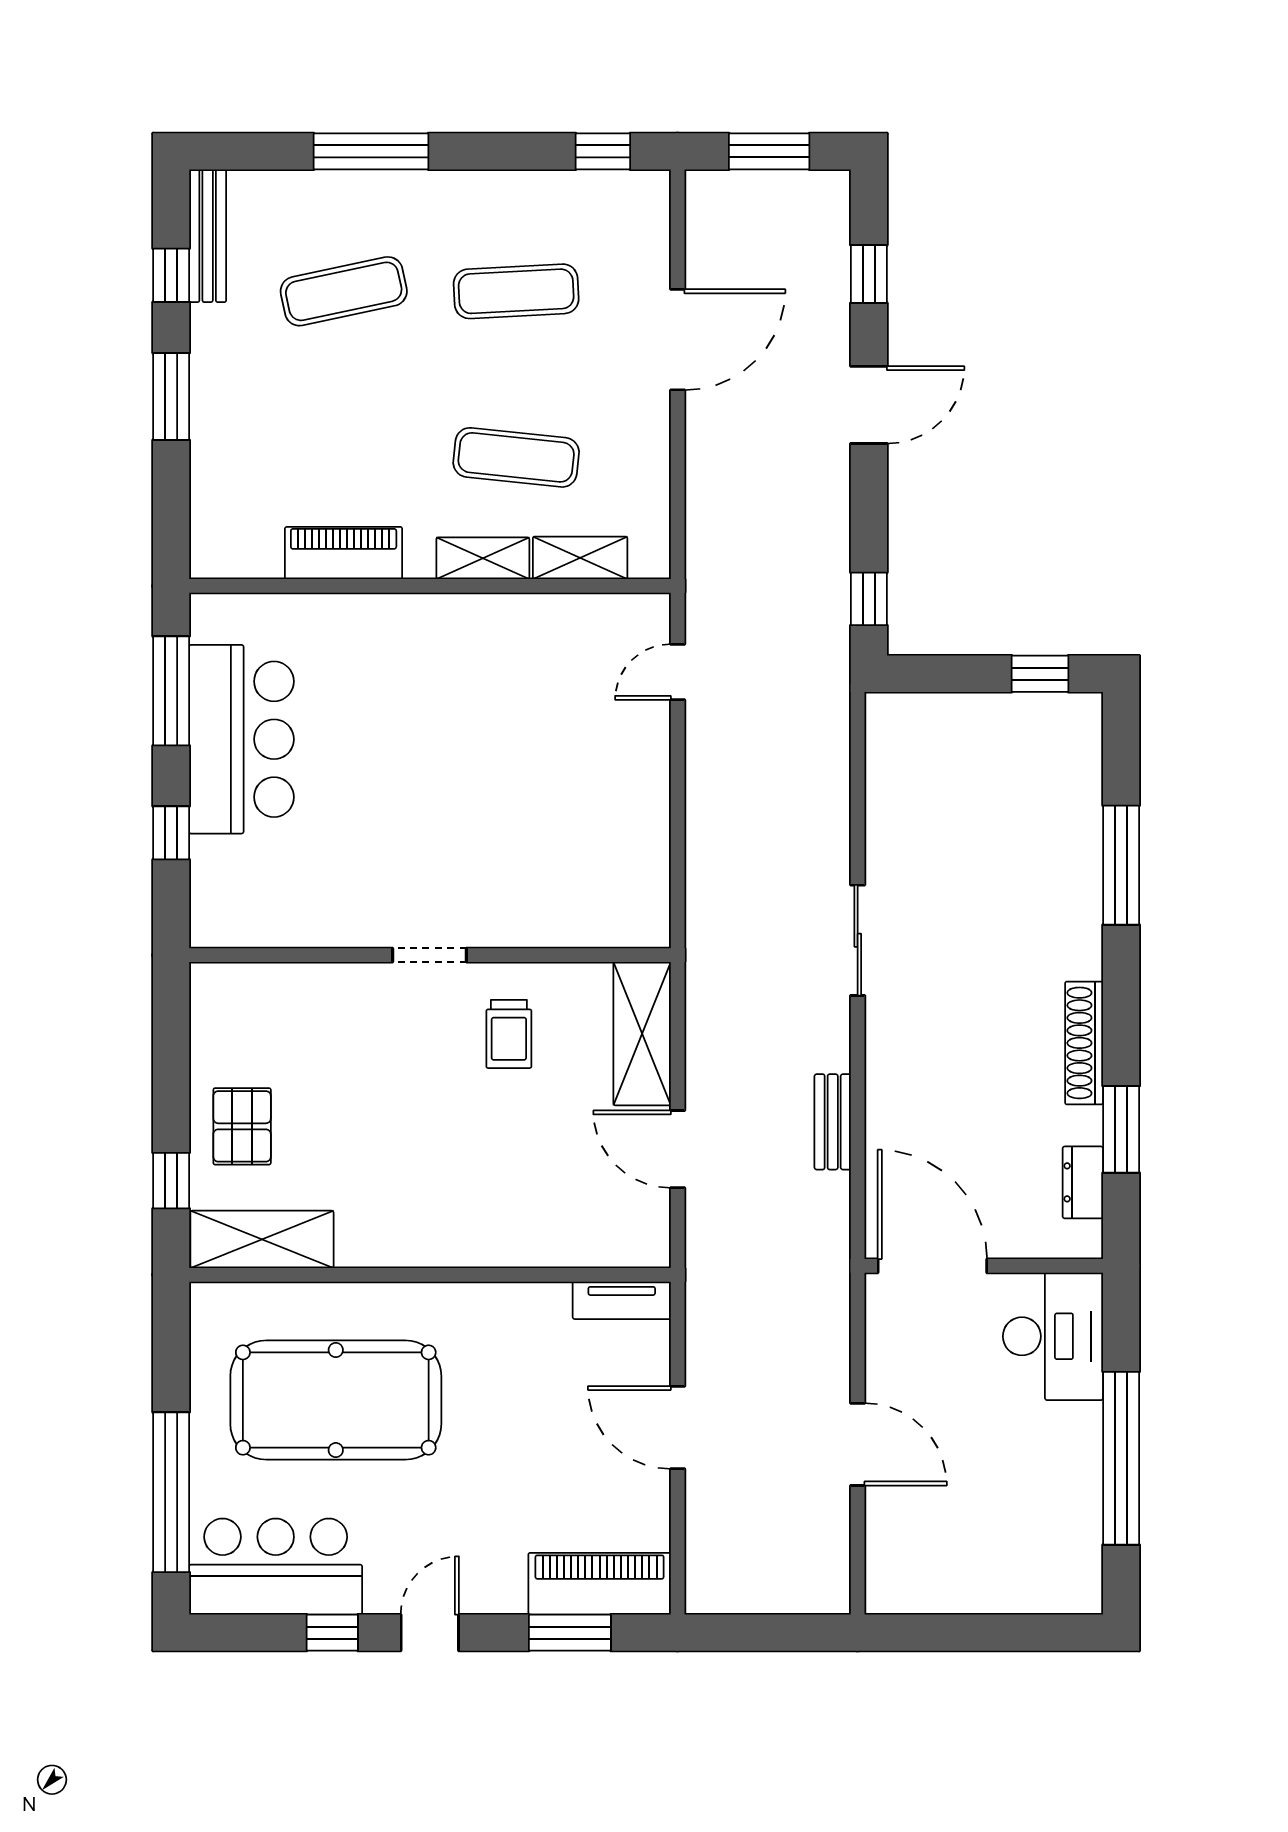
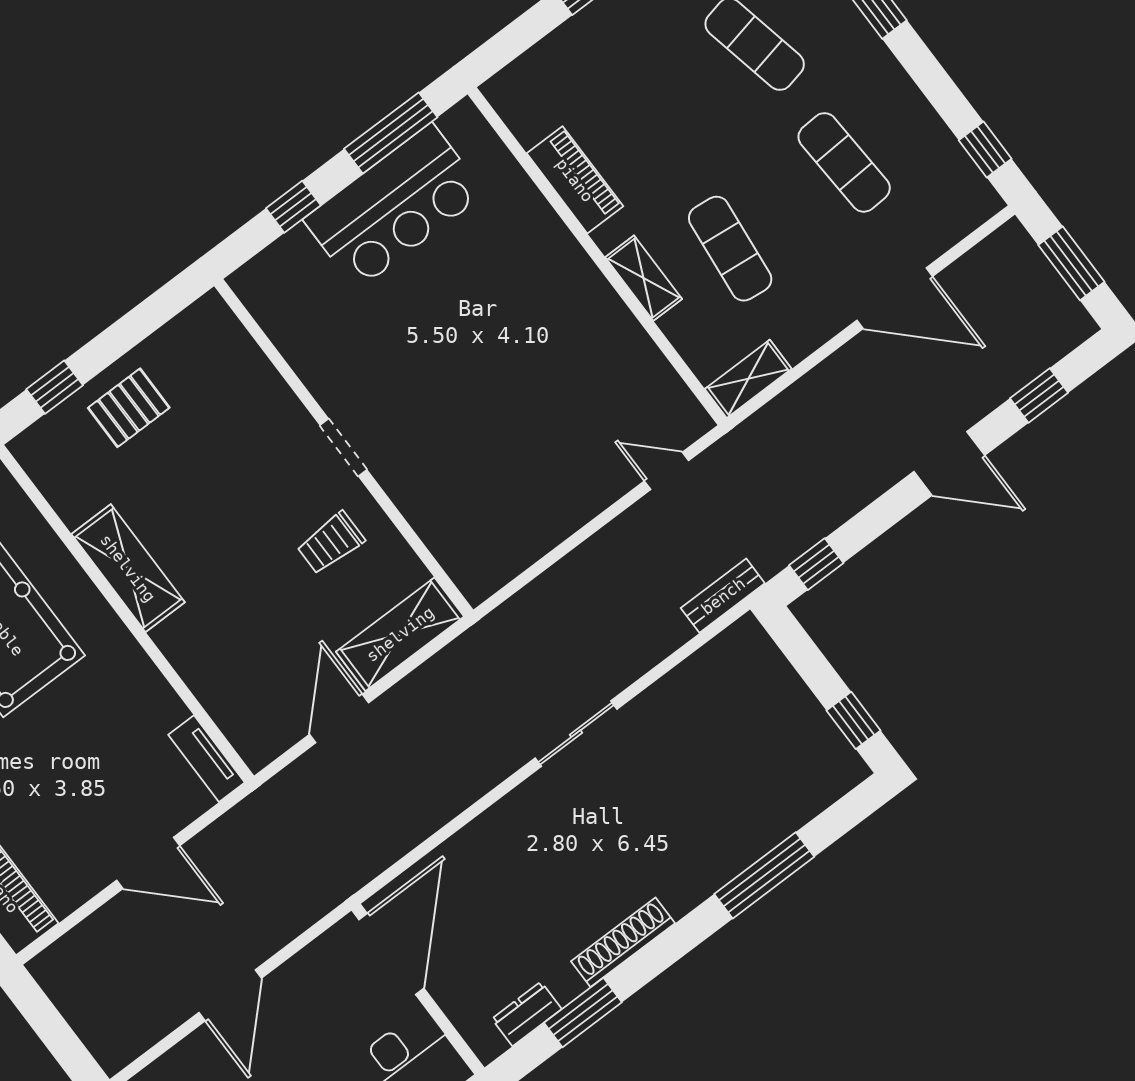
shelving: (580, 558) -> (748, 379), moved, turned 90
bench: (833, 1122) -> (723, 596), moved
shelving: (262, 1239) -> (128, 568), moved
door: (678, 1427) -> (148, 863), swing flipped

